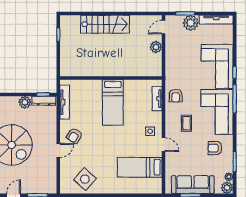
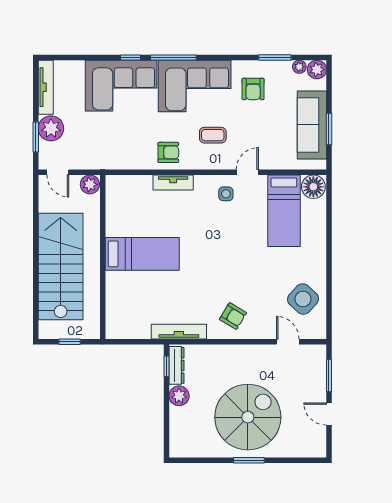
stairs: (105, 24) -> (61, 267), width x1.36, depth x1.51
wall: (111, 78) -> (103, 257), moved
bed: (113, 102) -> (142, 254), moved
door: (58, 150) -> (288, 342), moved
floor lamp: (154, 186) -> (313, 187), added

